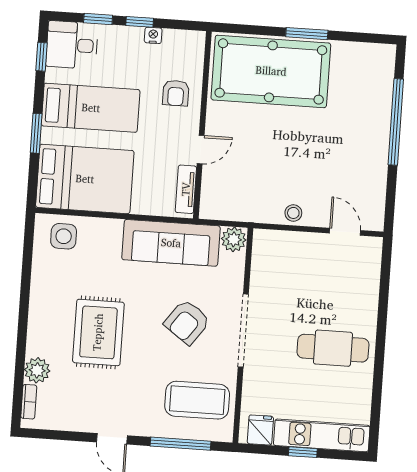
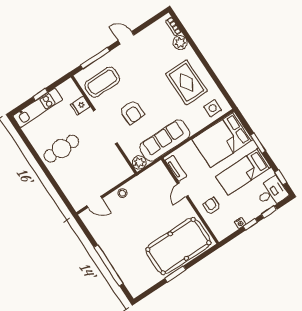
armchair: (187, 322) -> (132, 112), turned 144
rug: (98, 332) -> (186, 82), moved
fridge: (260, 430) -> (80, 106), moved, turned 90

